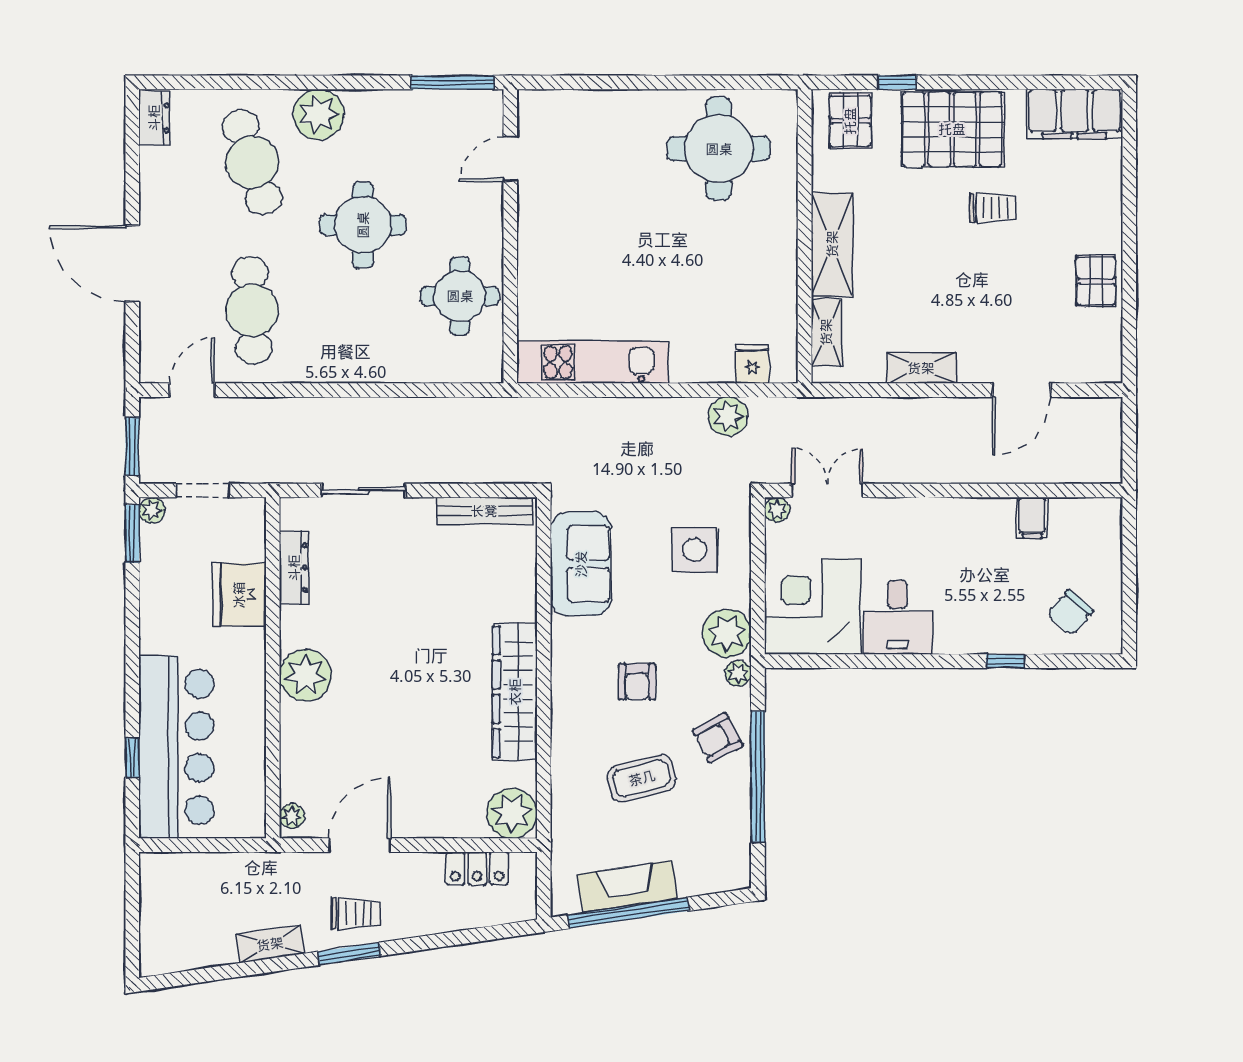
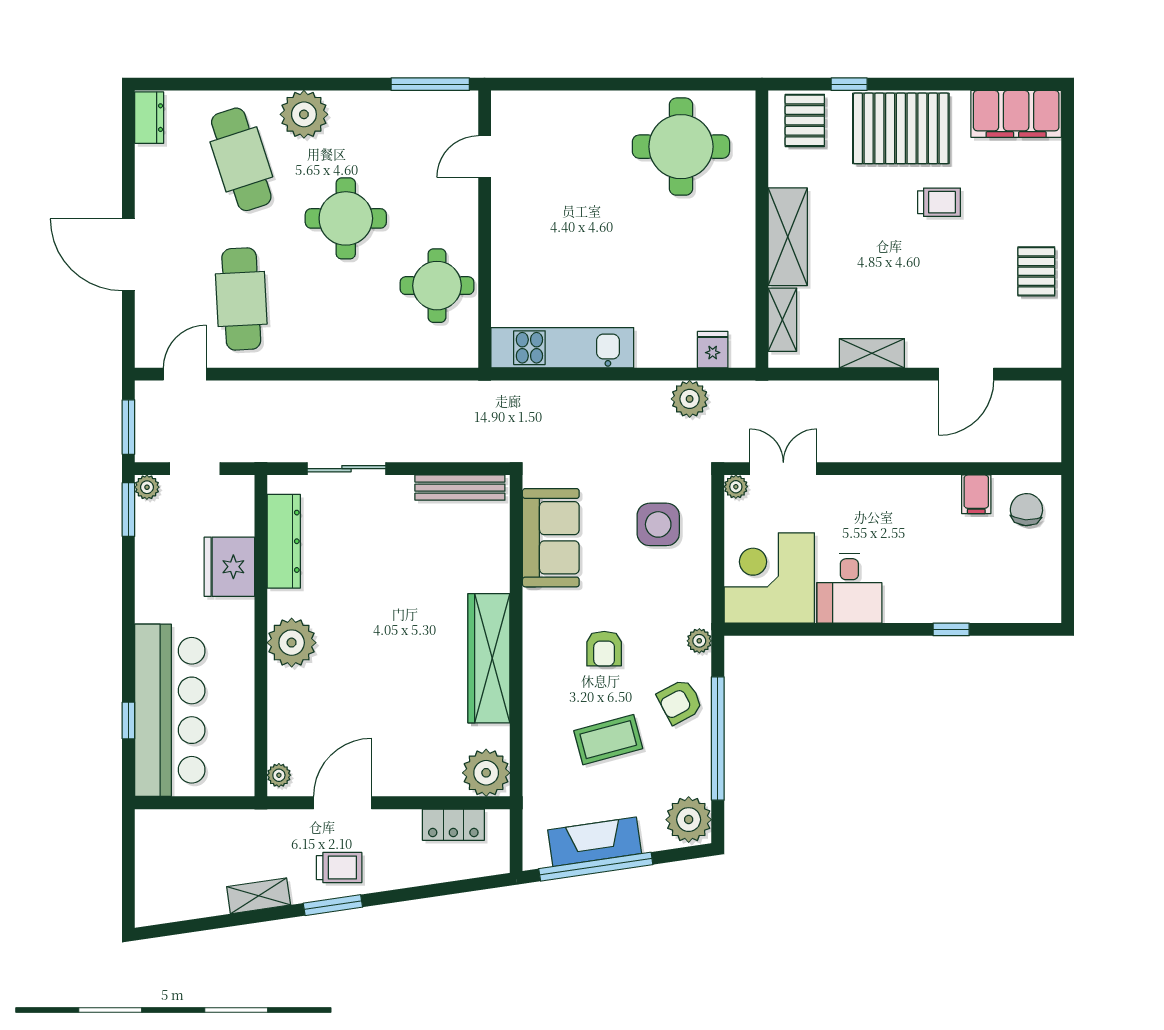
dresser: (294, 568) -> (284, 541), width x1.37, depth x1.24
chair: (1070, 613) -> (1026, 510), moved, turned 143
plant: (727, 633) -> (689, 820), moved

